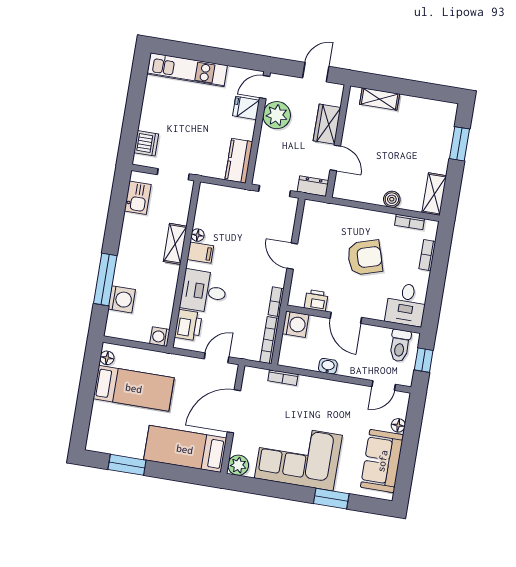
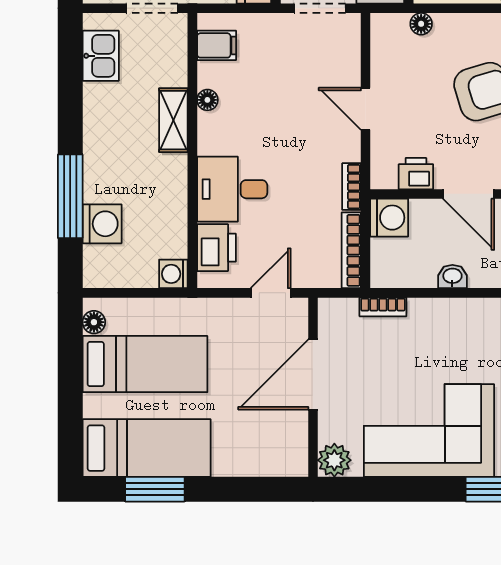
floor lamp: (334, 210) -> (421, 24), added
filing cabinet: (200, 253) -> (217, 45), moved
bed: (185, 449) -> (147, 448), moved, turned 180

